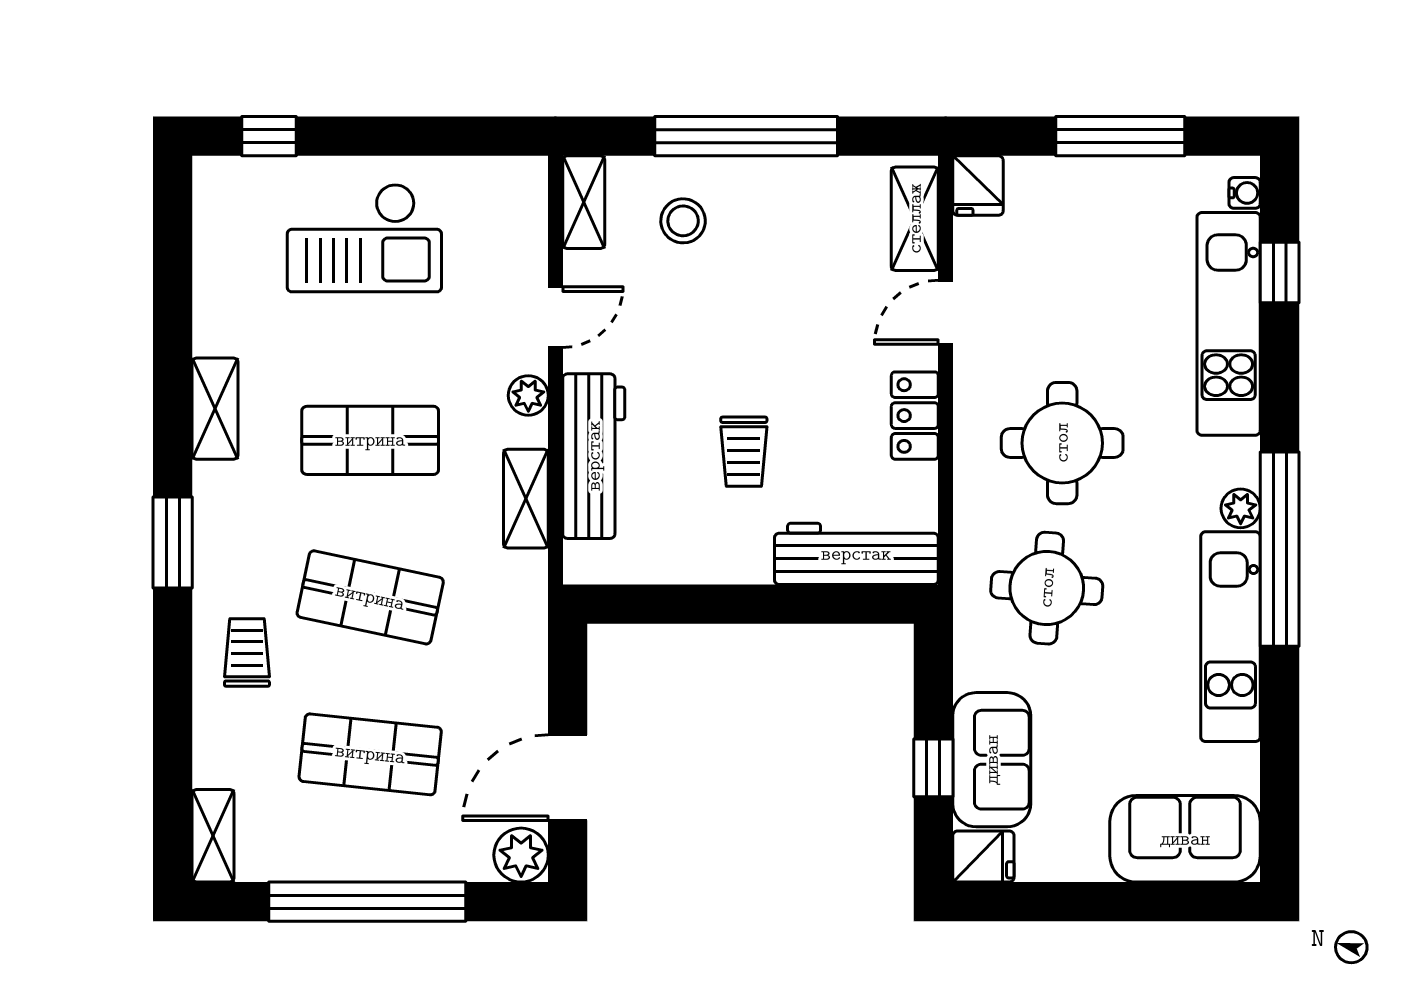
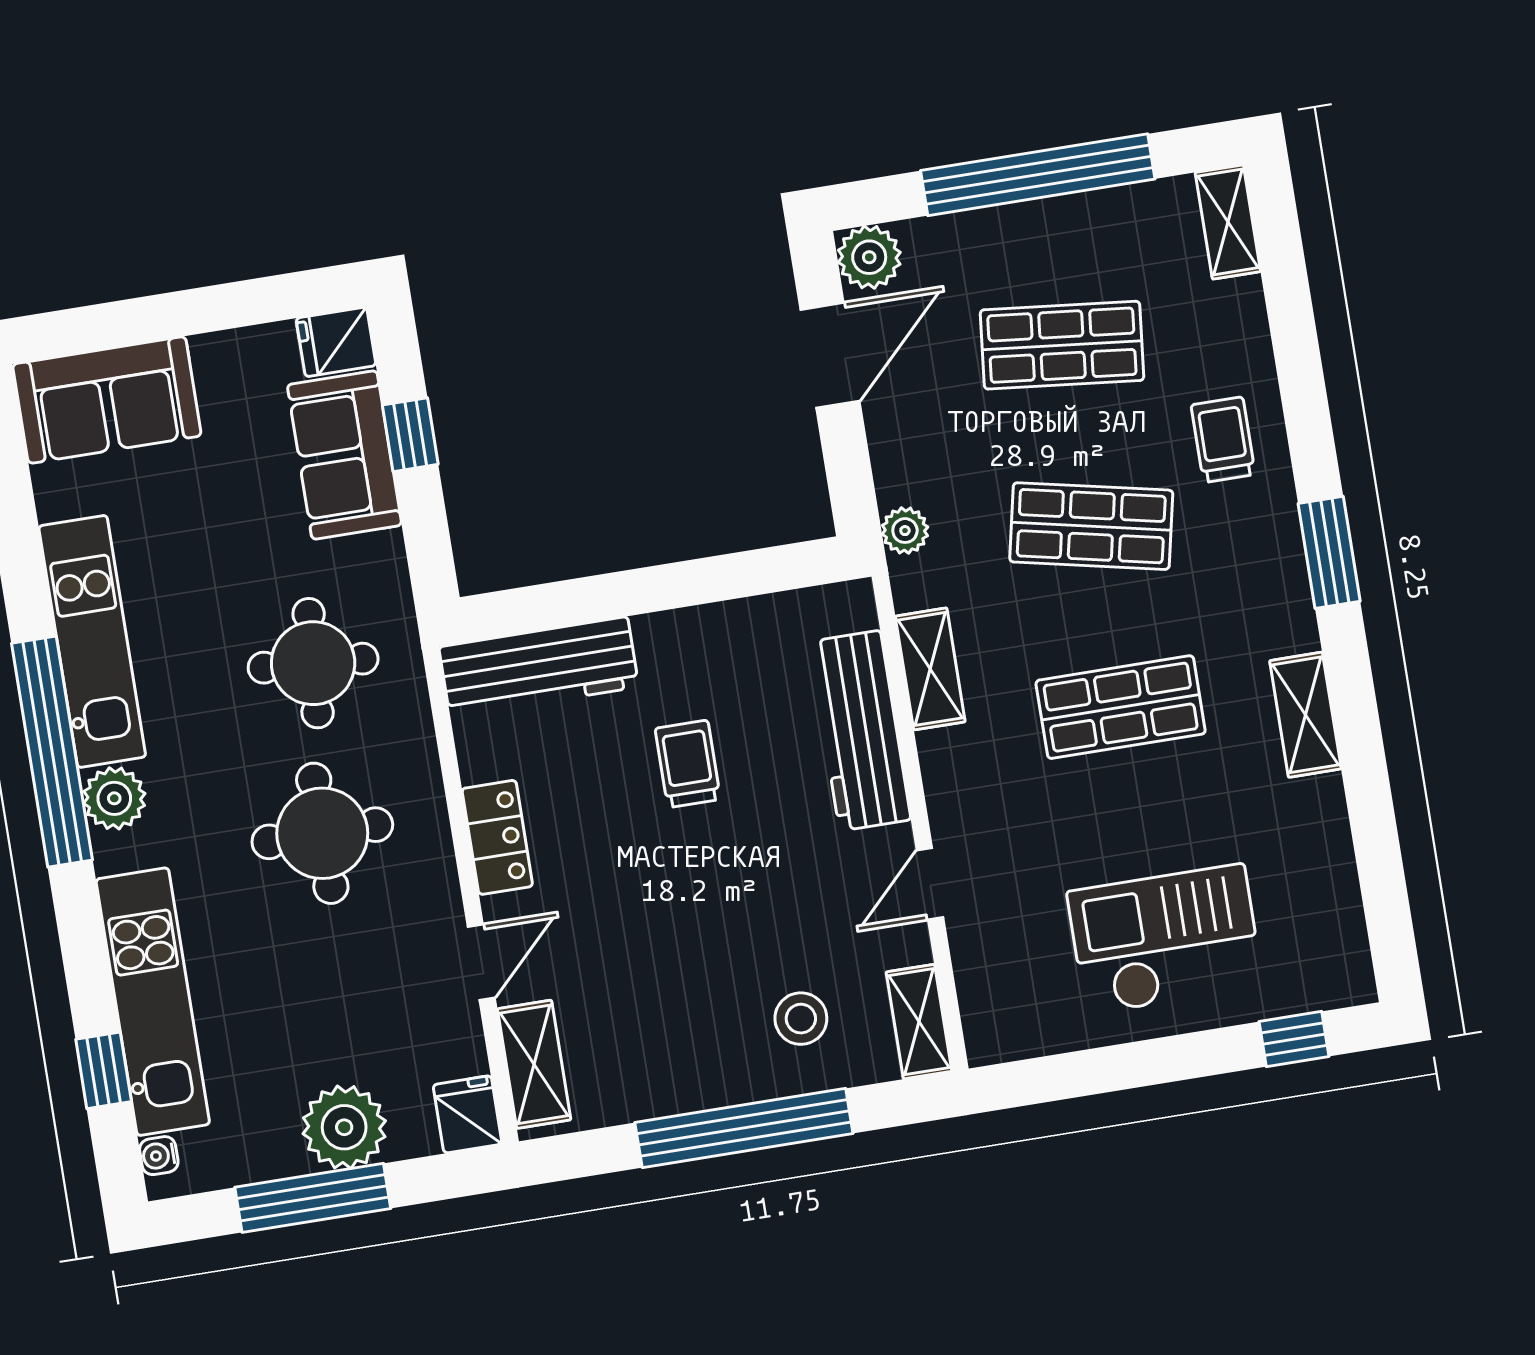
plant: (1084, 192) -> (344, 1127), added
plant: (528, 395) -> (905, 531), moved
plant: (1241, 508) -> (114, 798), width x1.38, depth x1.38
trolley: (247, 652) -> (1223, 440), turned 180

